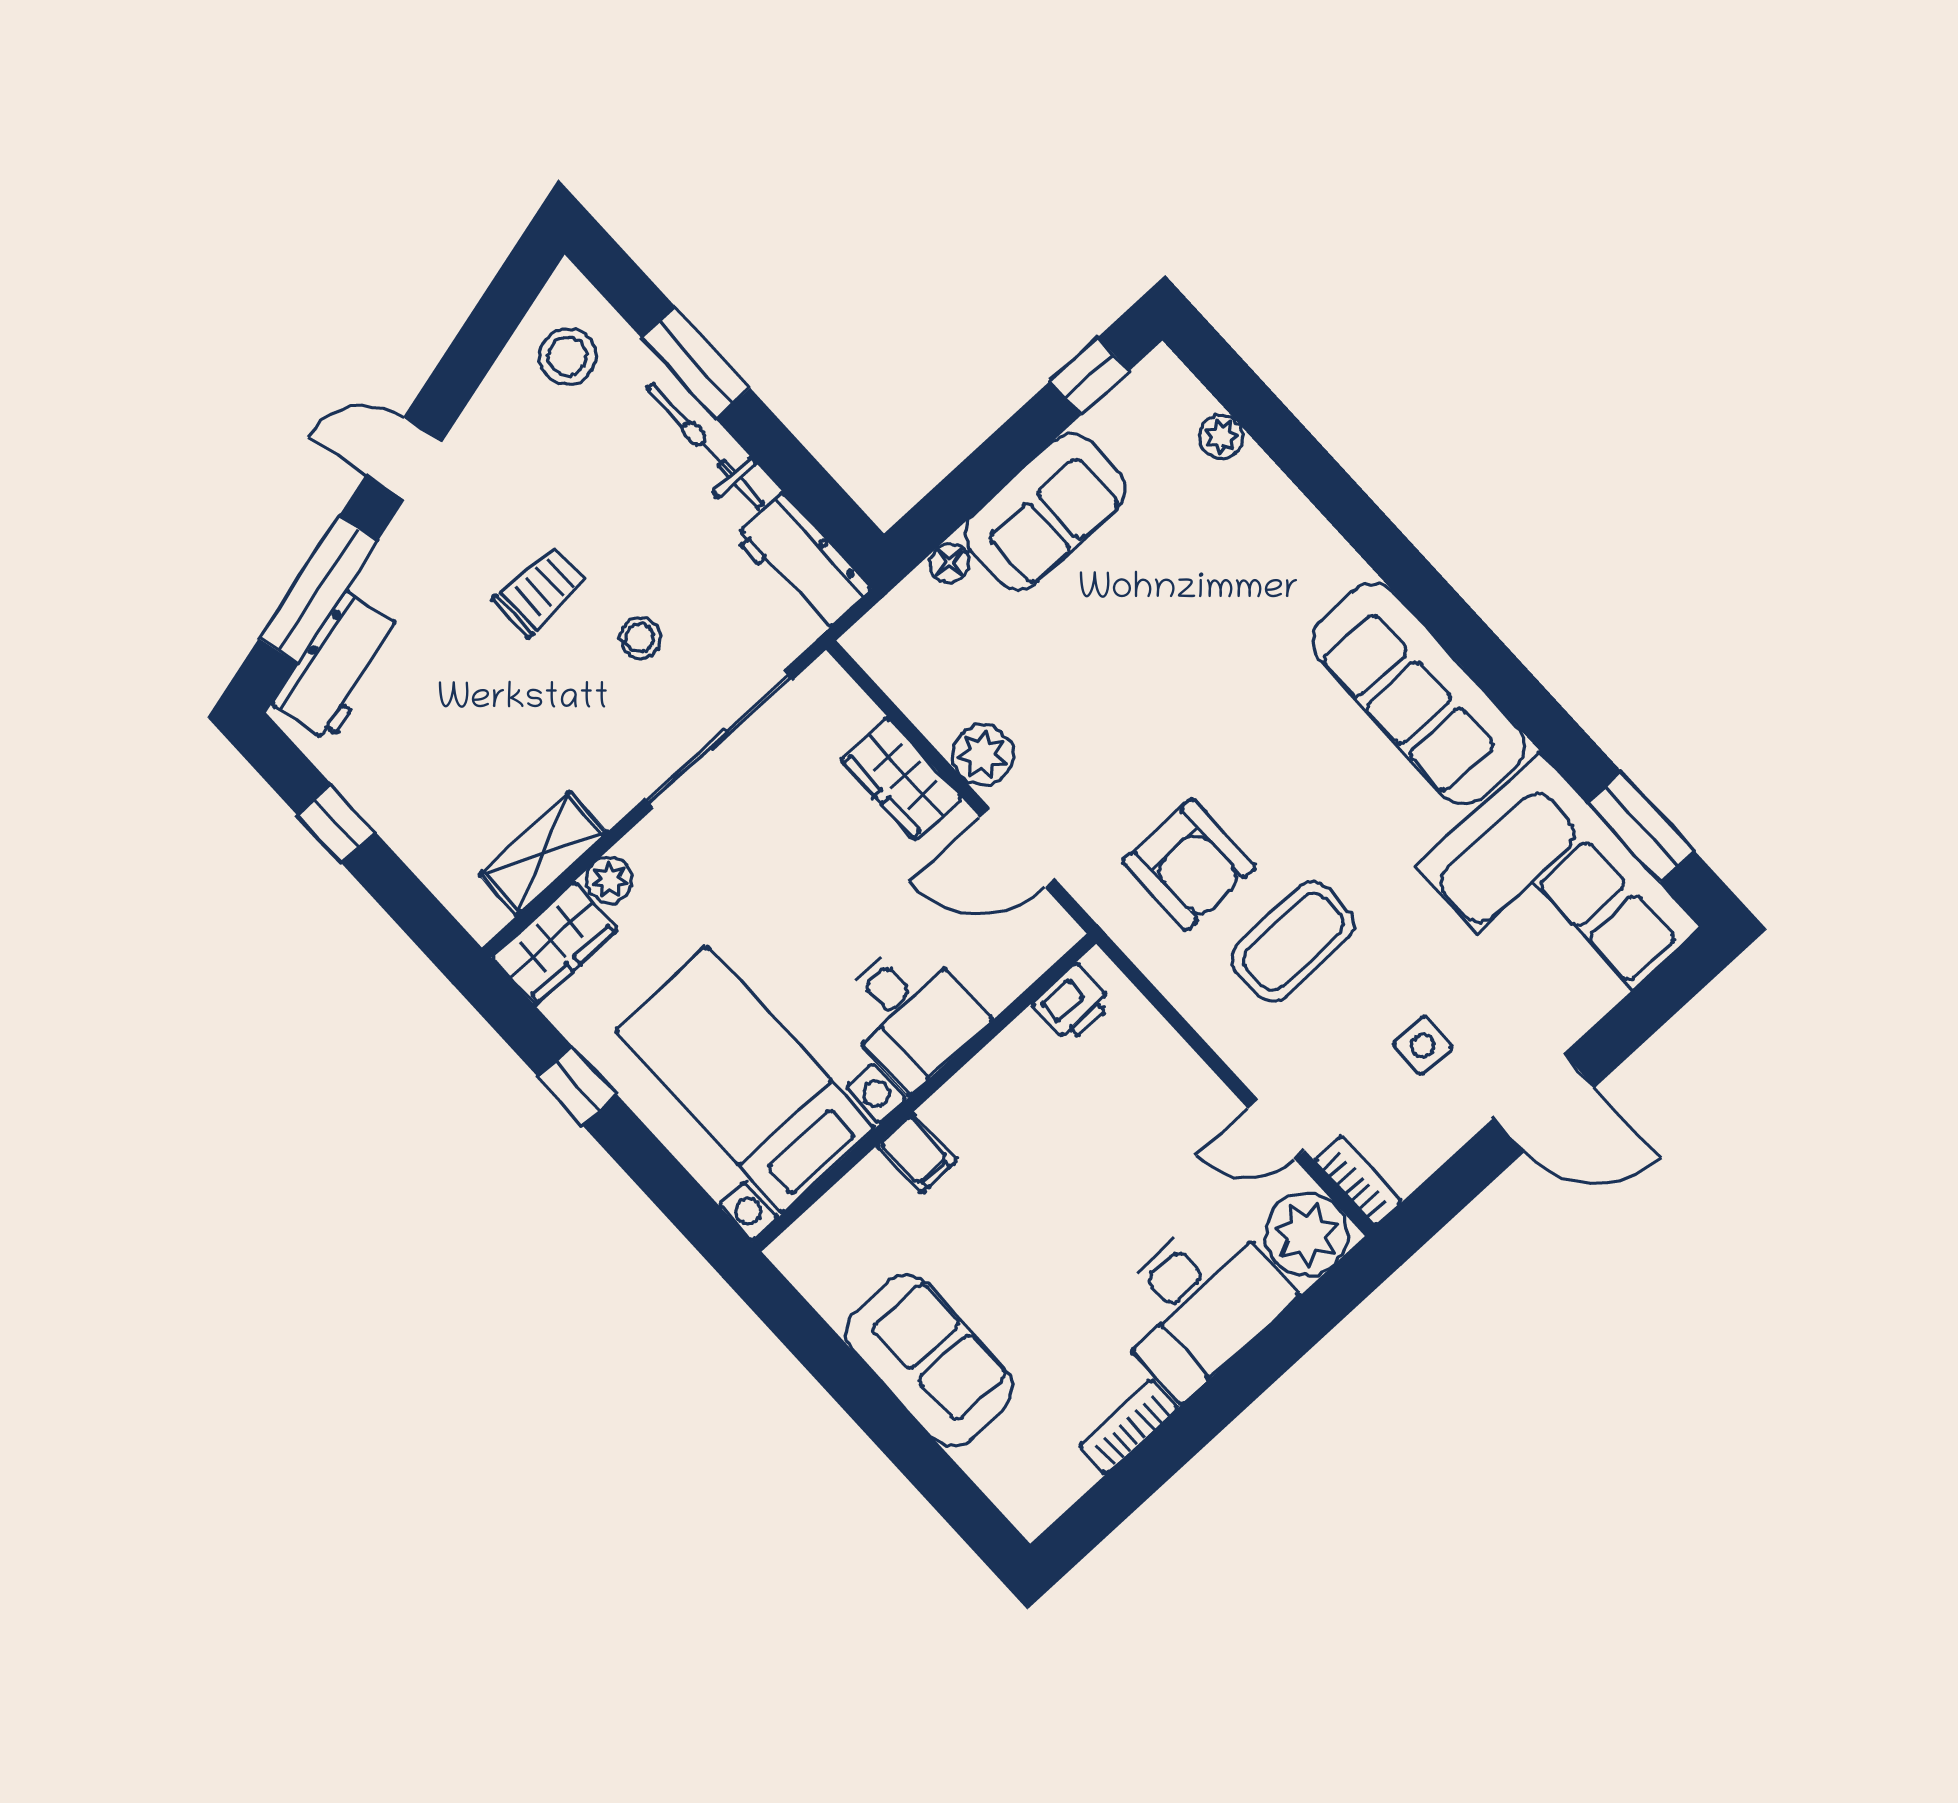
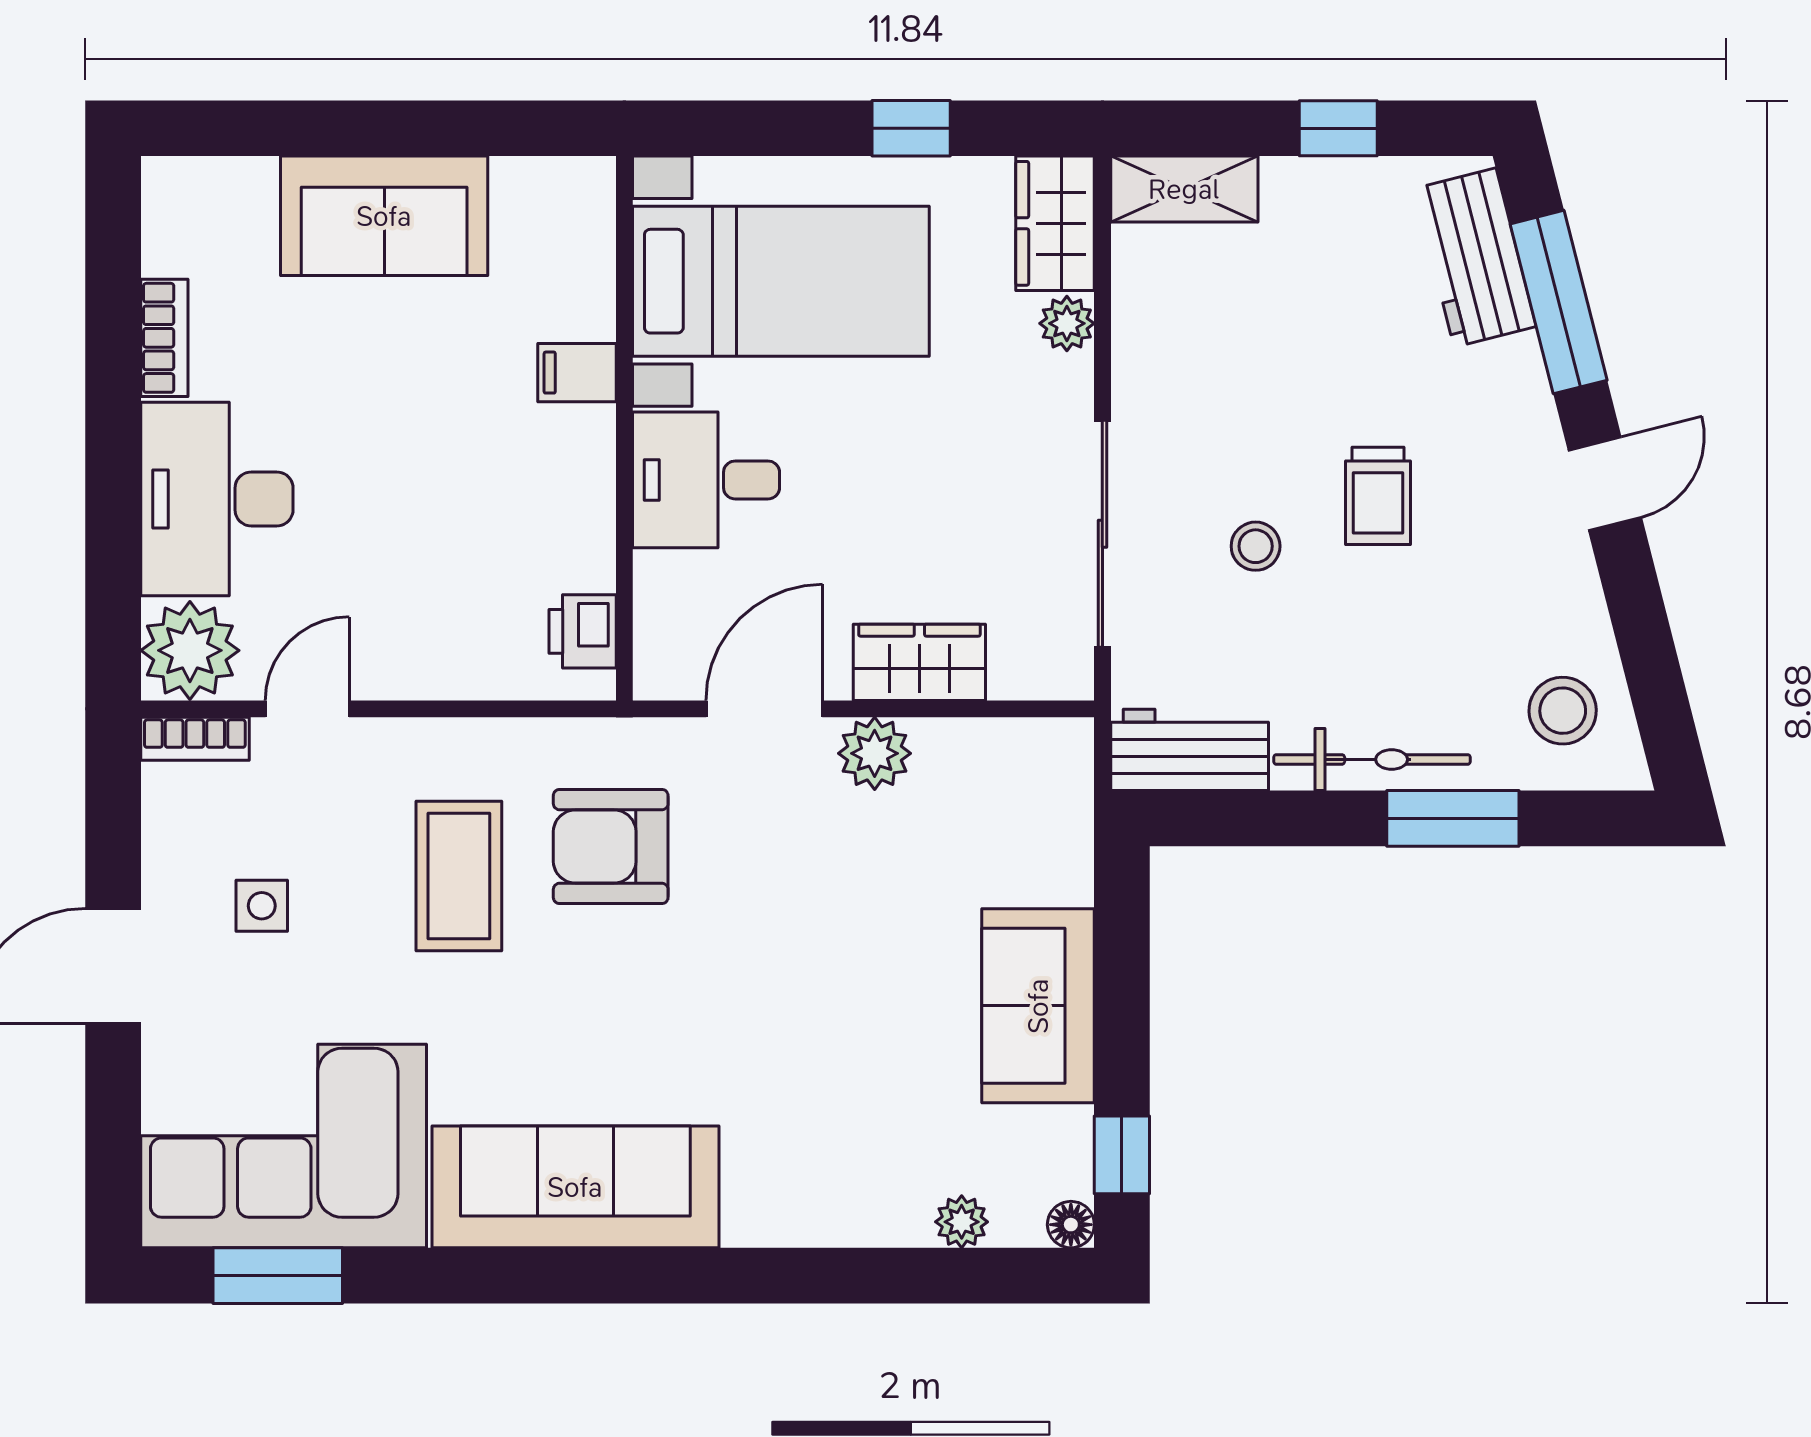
floor lamp: (949, 563) -> (1071, 1225), moved
shelving: (543, 854) -> (1184, 189), moved, turned 90

